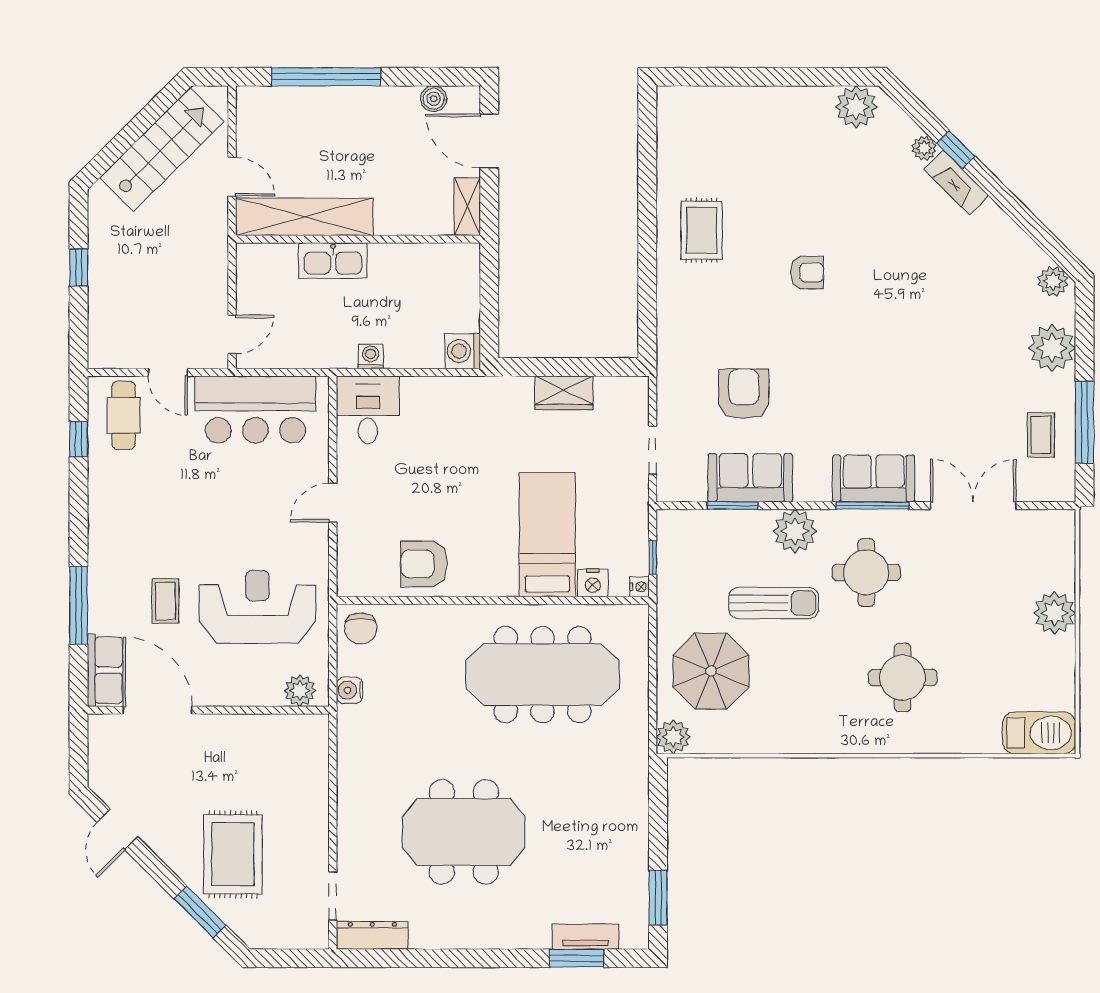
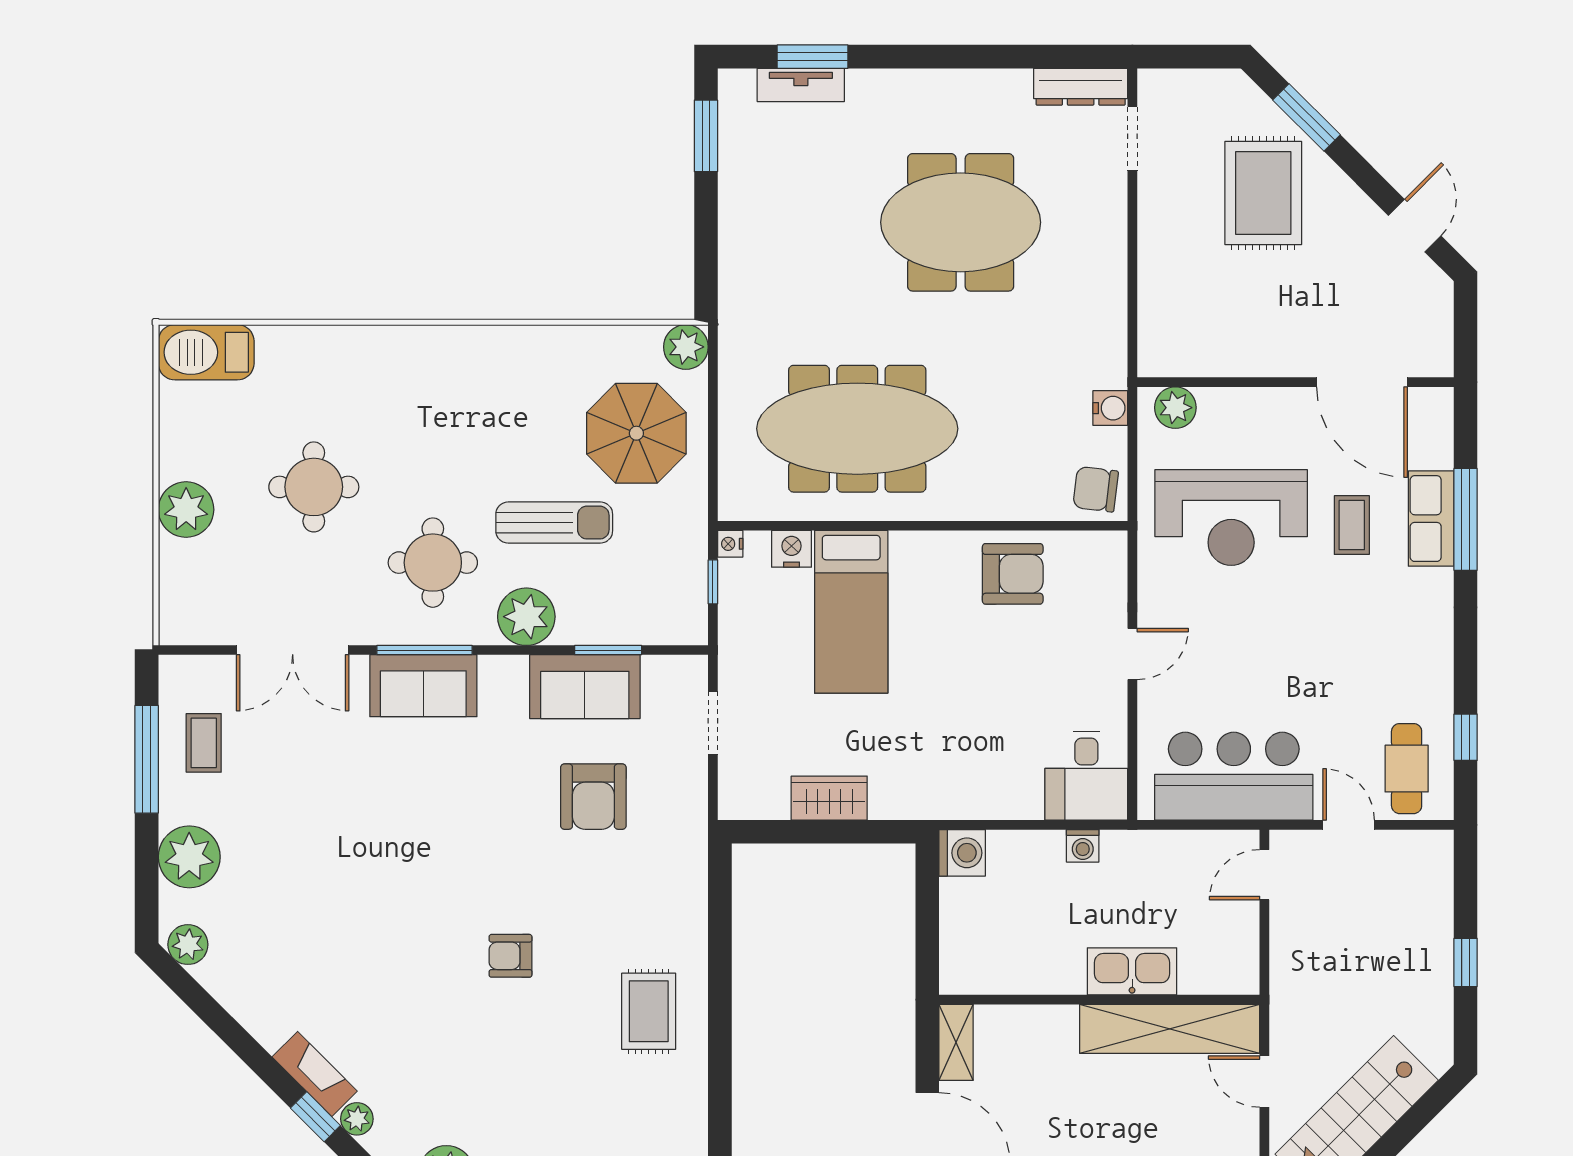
sun lounger: (774, 603) -> (554, 523), turned 180
chair: (361, 628) -> (1096, 489), turned -83
row of seats: (105, 670) -> (1431, 519), moved
round table: (903, 678) -> (314, 487), moved

